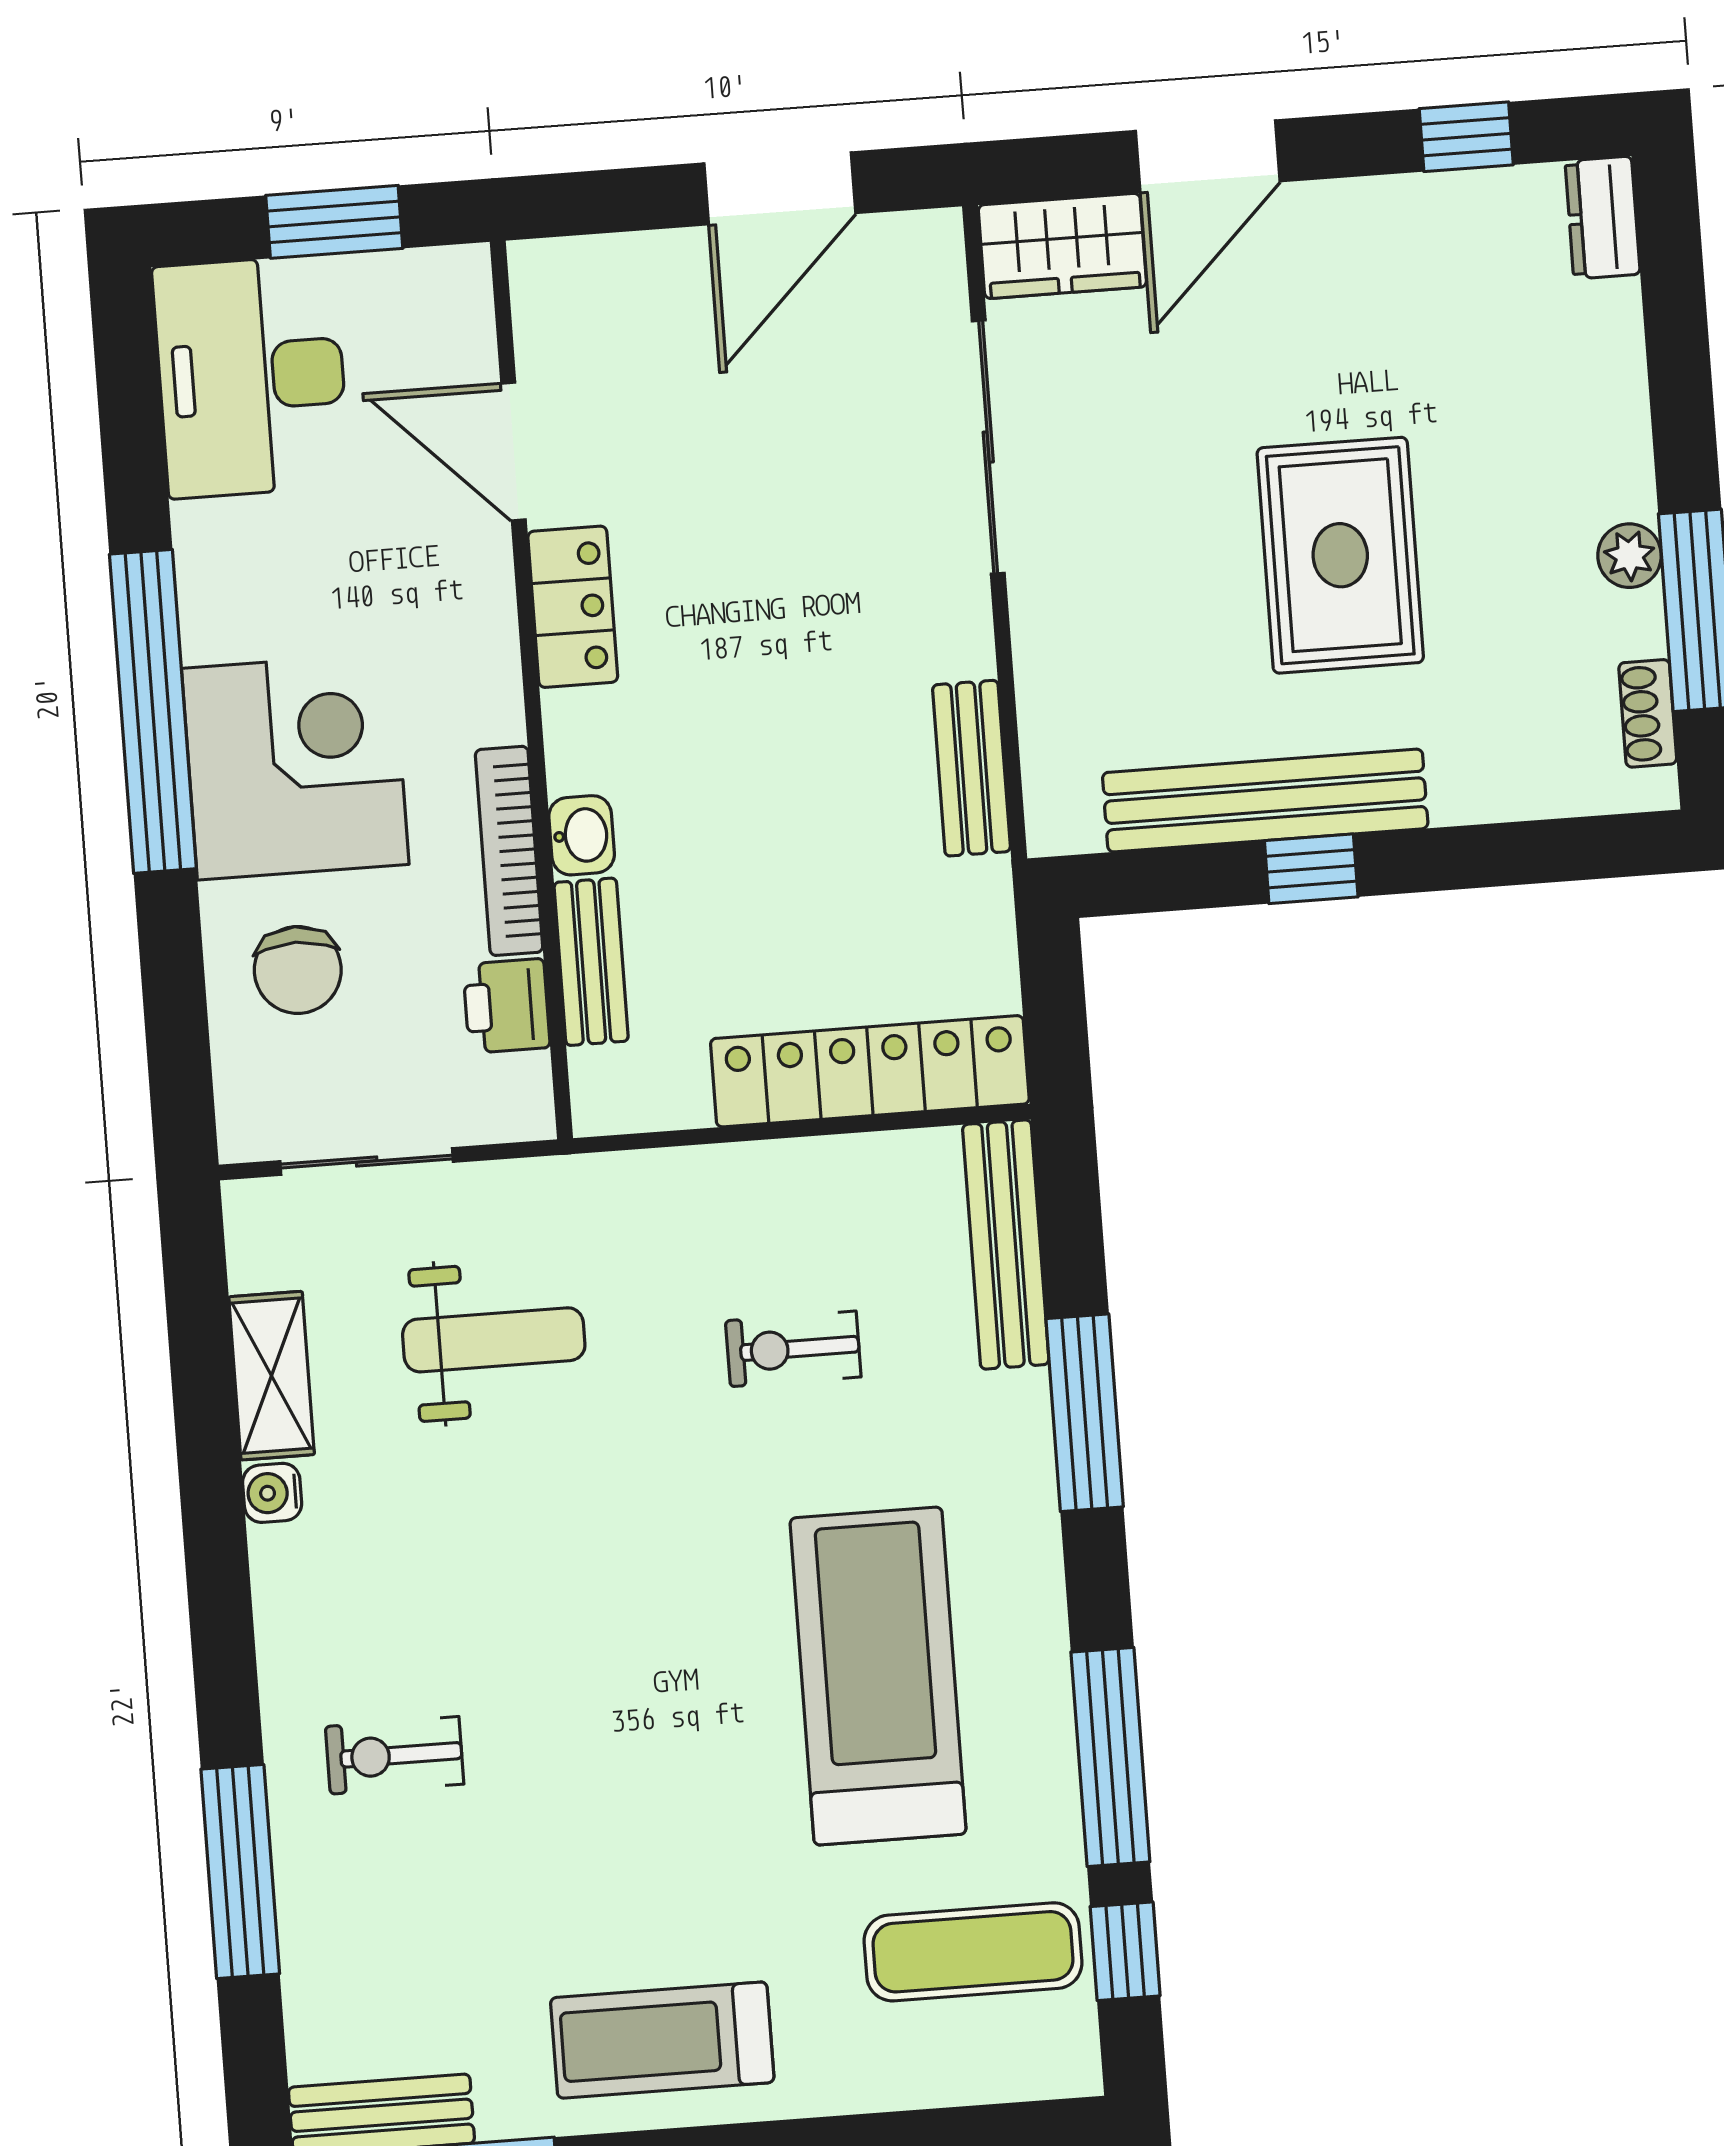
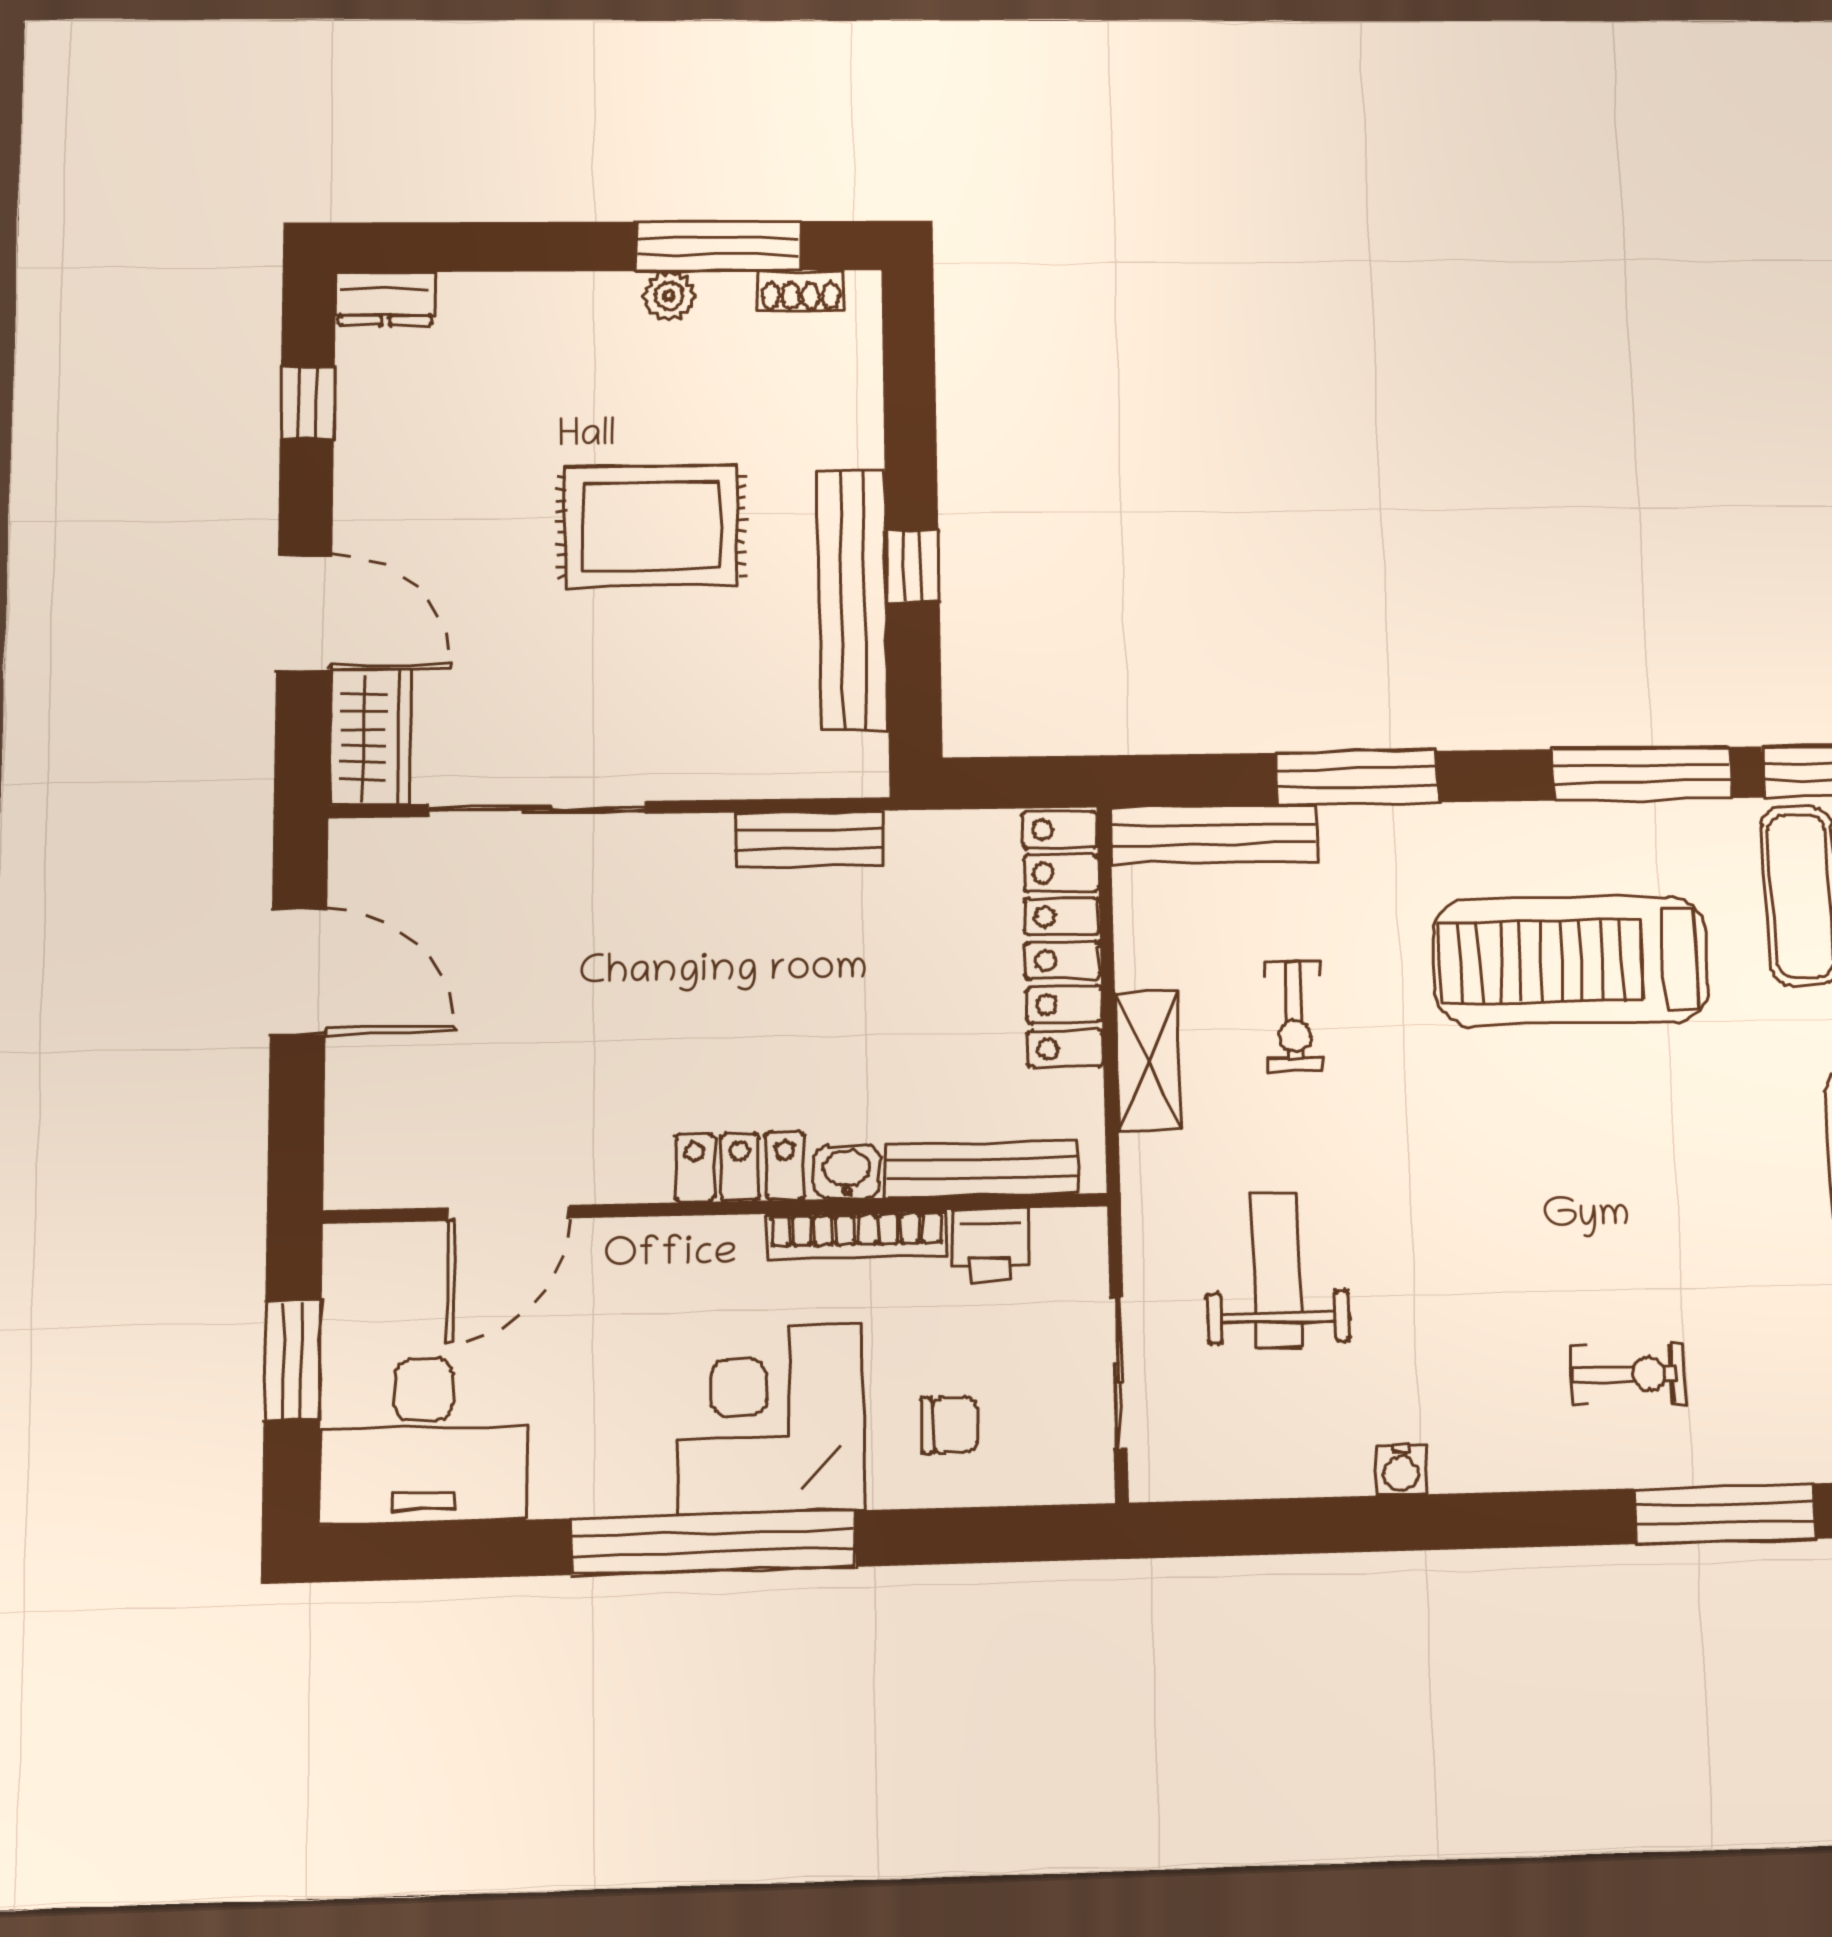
locker: (573, 607) -> (740, 1167), moved
bench: (591, 962) -> (982, 1169), width x1.36
chair: (298, 970) -> (949, 1425), width x0.73, depth x0.73
shelving: (272, 1376) -> (1148, 1061), moved, turned 90
exercise bike: (395, 1755) -> (1628, 1374), turned -89

